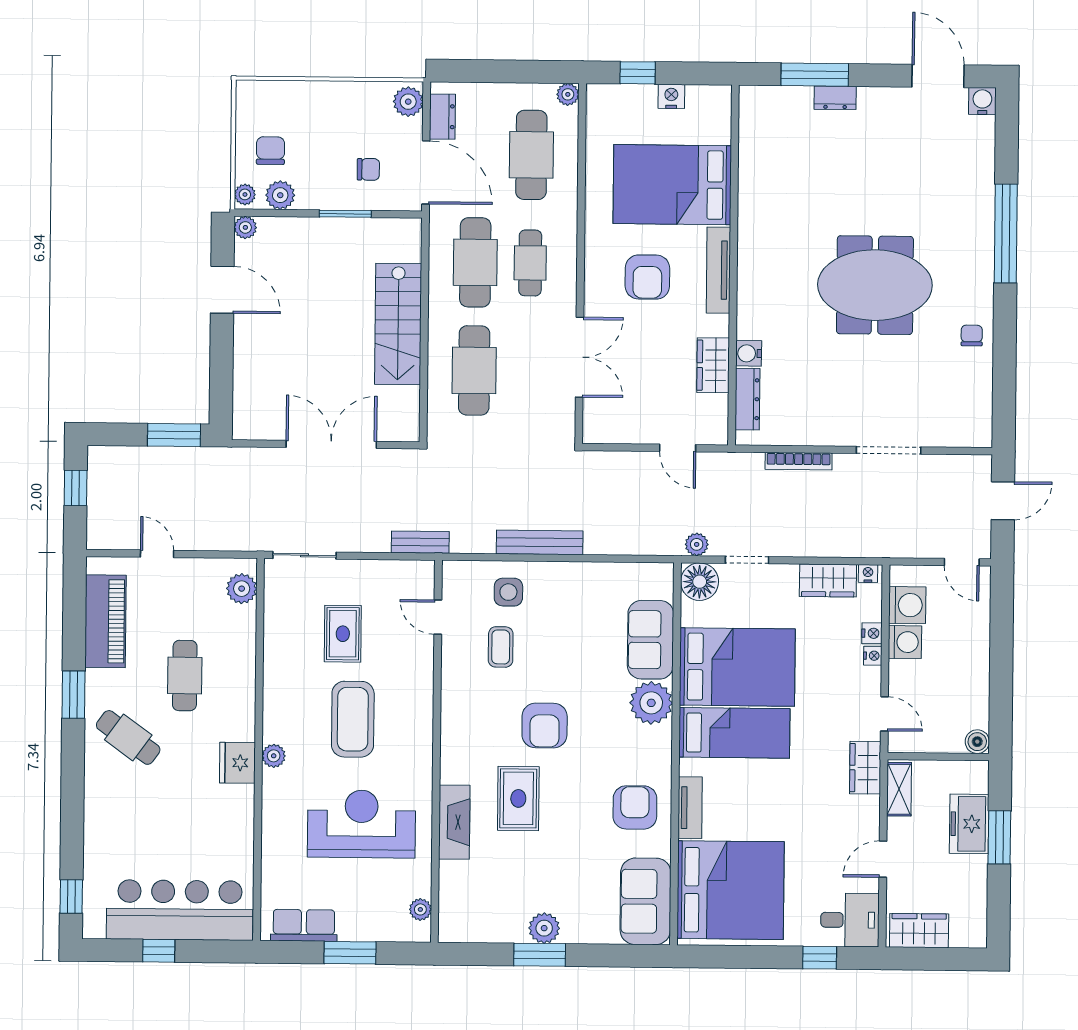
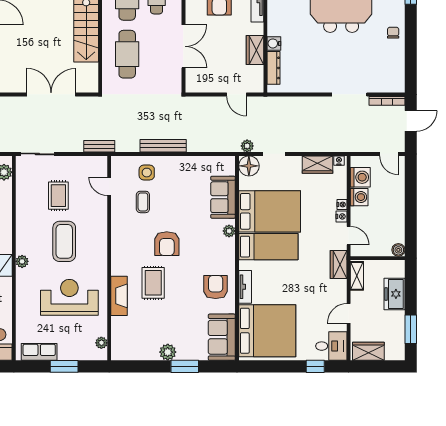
bookcase: (799, 461) -> (387, 101), moved
nightstand: (872, 633) -> (341, 216), moved
plant: (651, 703) -> (229, 231), width x0.53, depth x0.53
window: (999, 837) -> (411, 329), moved
window: (540, 955) -> (185, 366), moved

